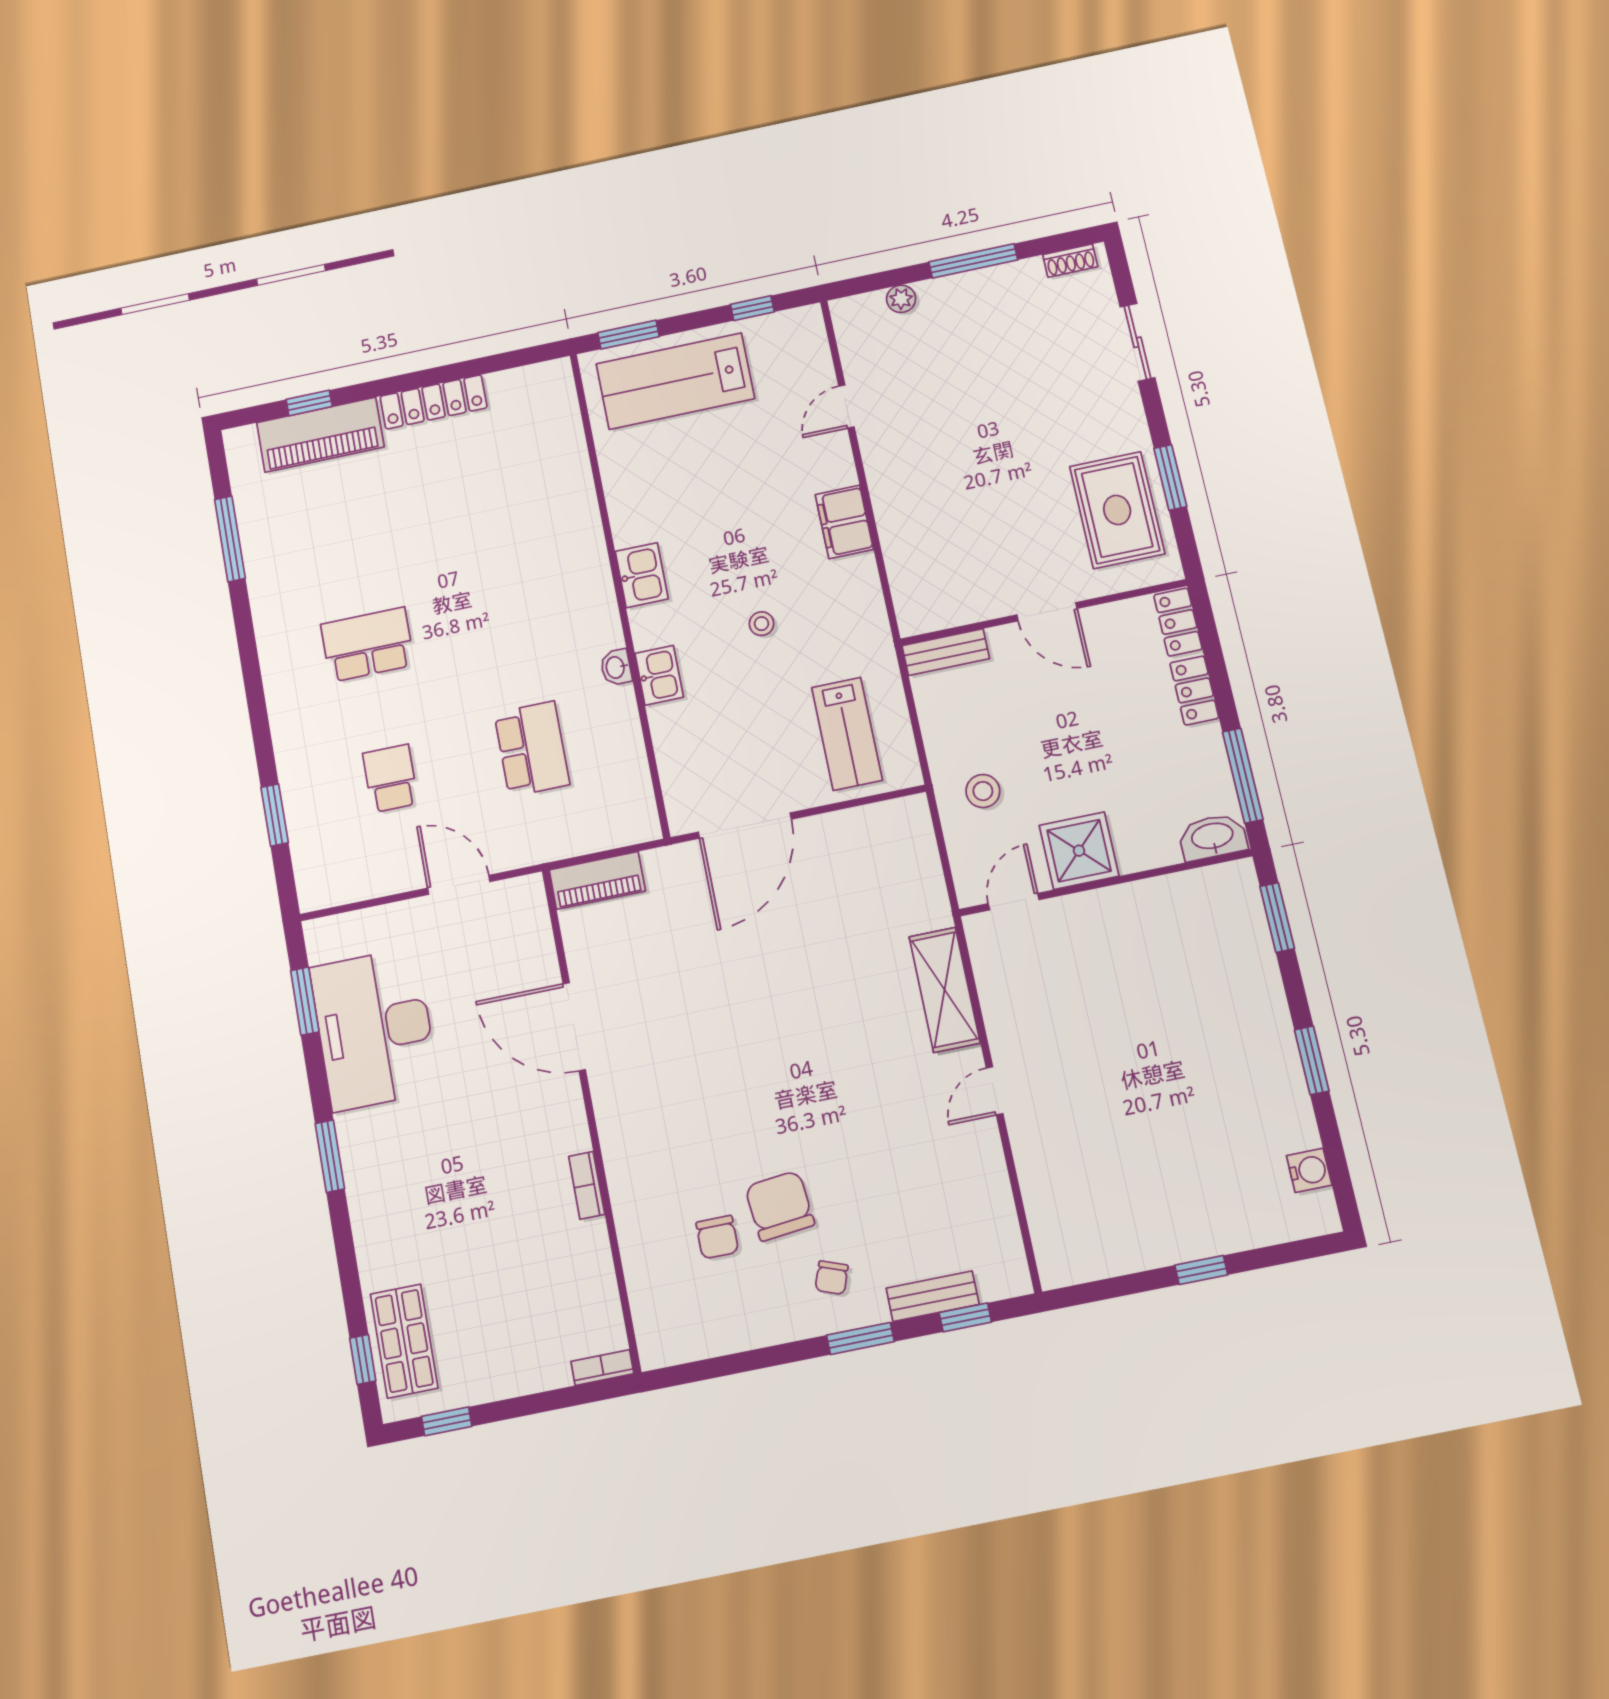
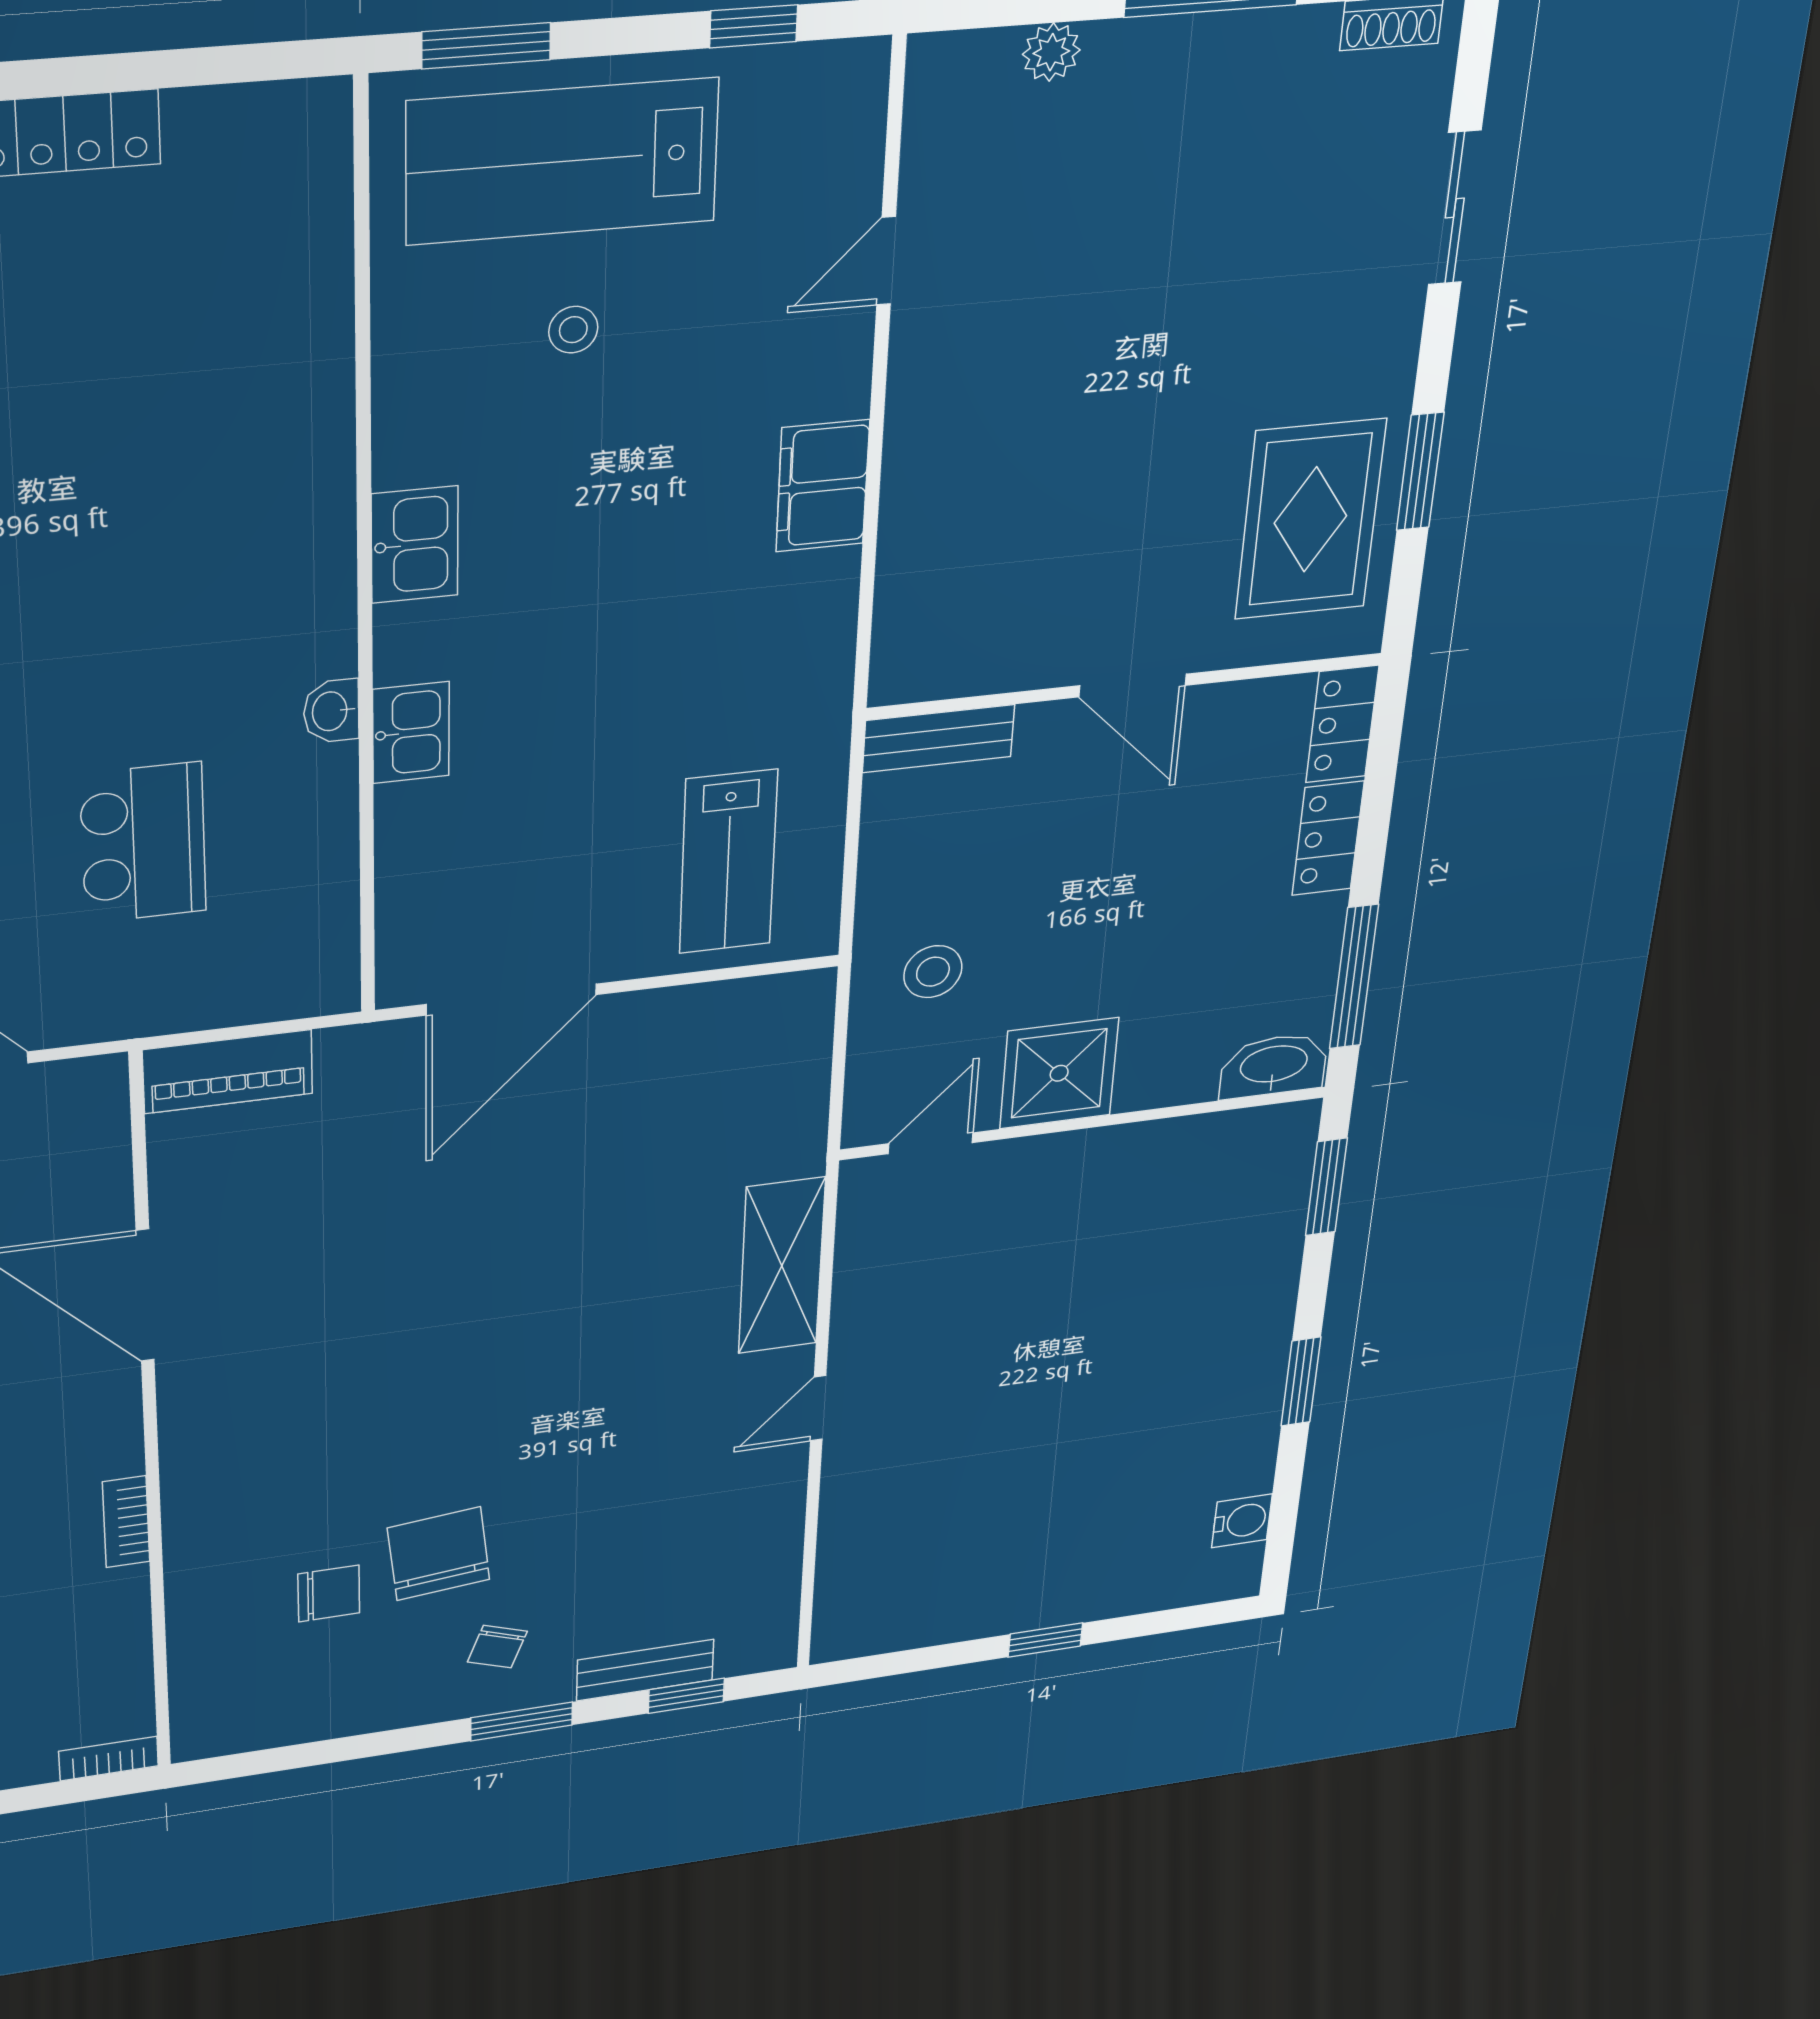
stool: (761, 624) -> (573, 330), moved
chair: (717, 1237) -> (329, 1593), turned -90

